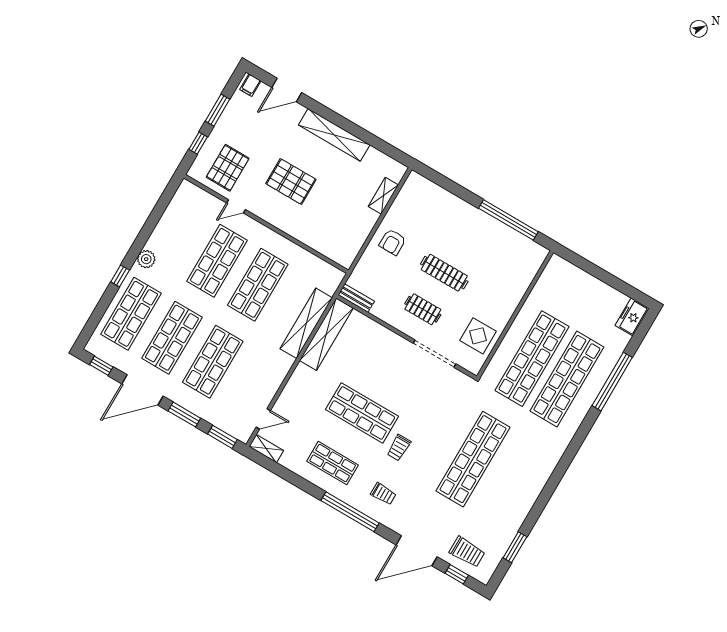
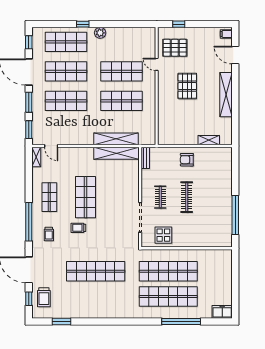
window: (218, 110) -> (203, 24), removed

